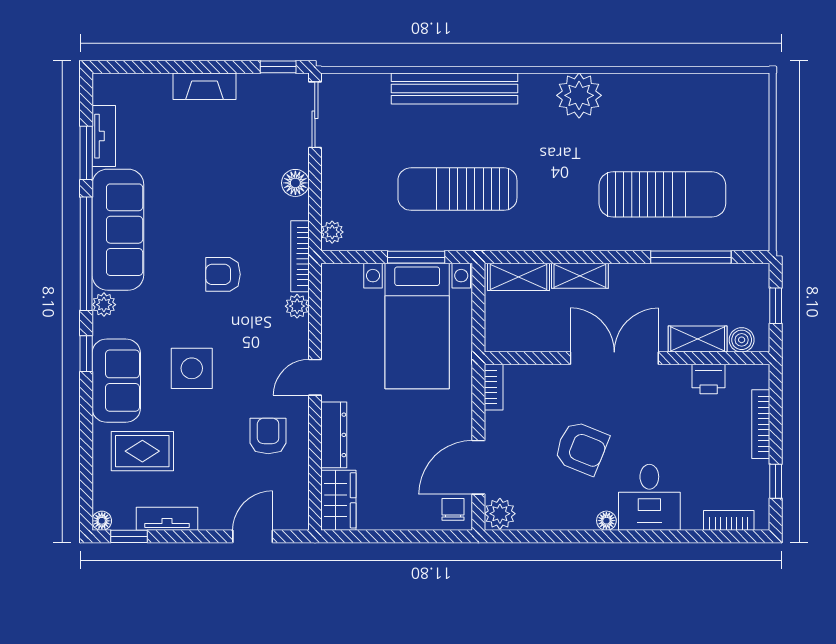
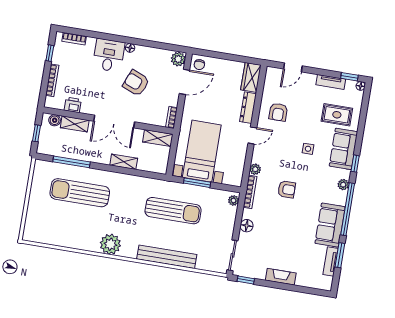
sofa: (118, 230) -> (330, 225), width x0.73
shelving: (518, 277) -> (158, 138), moved
side table: (192, 368) -> (308, 149), width x0.54, depth x0.54

